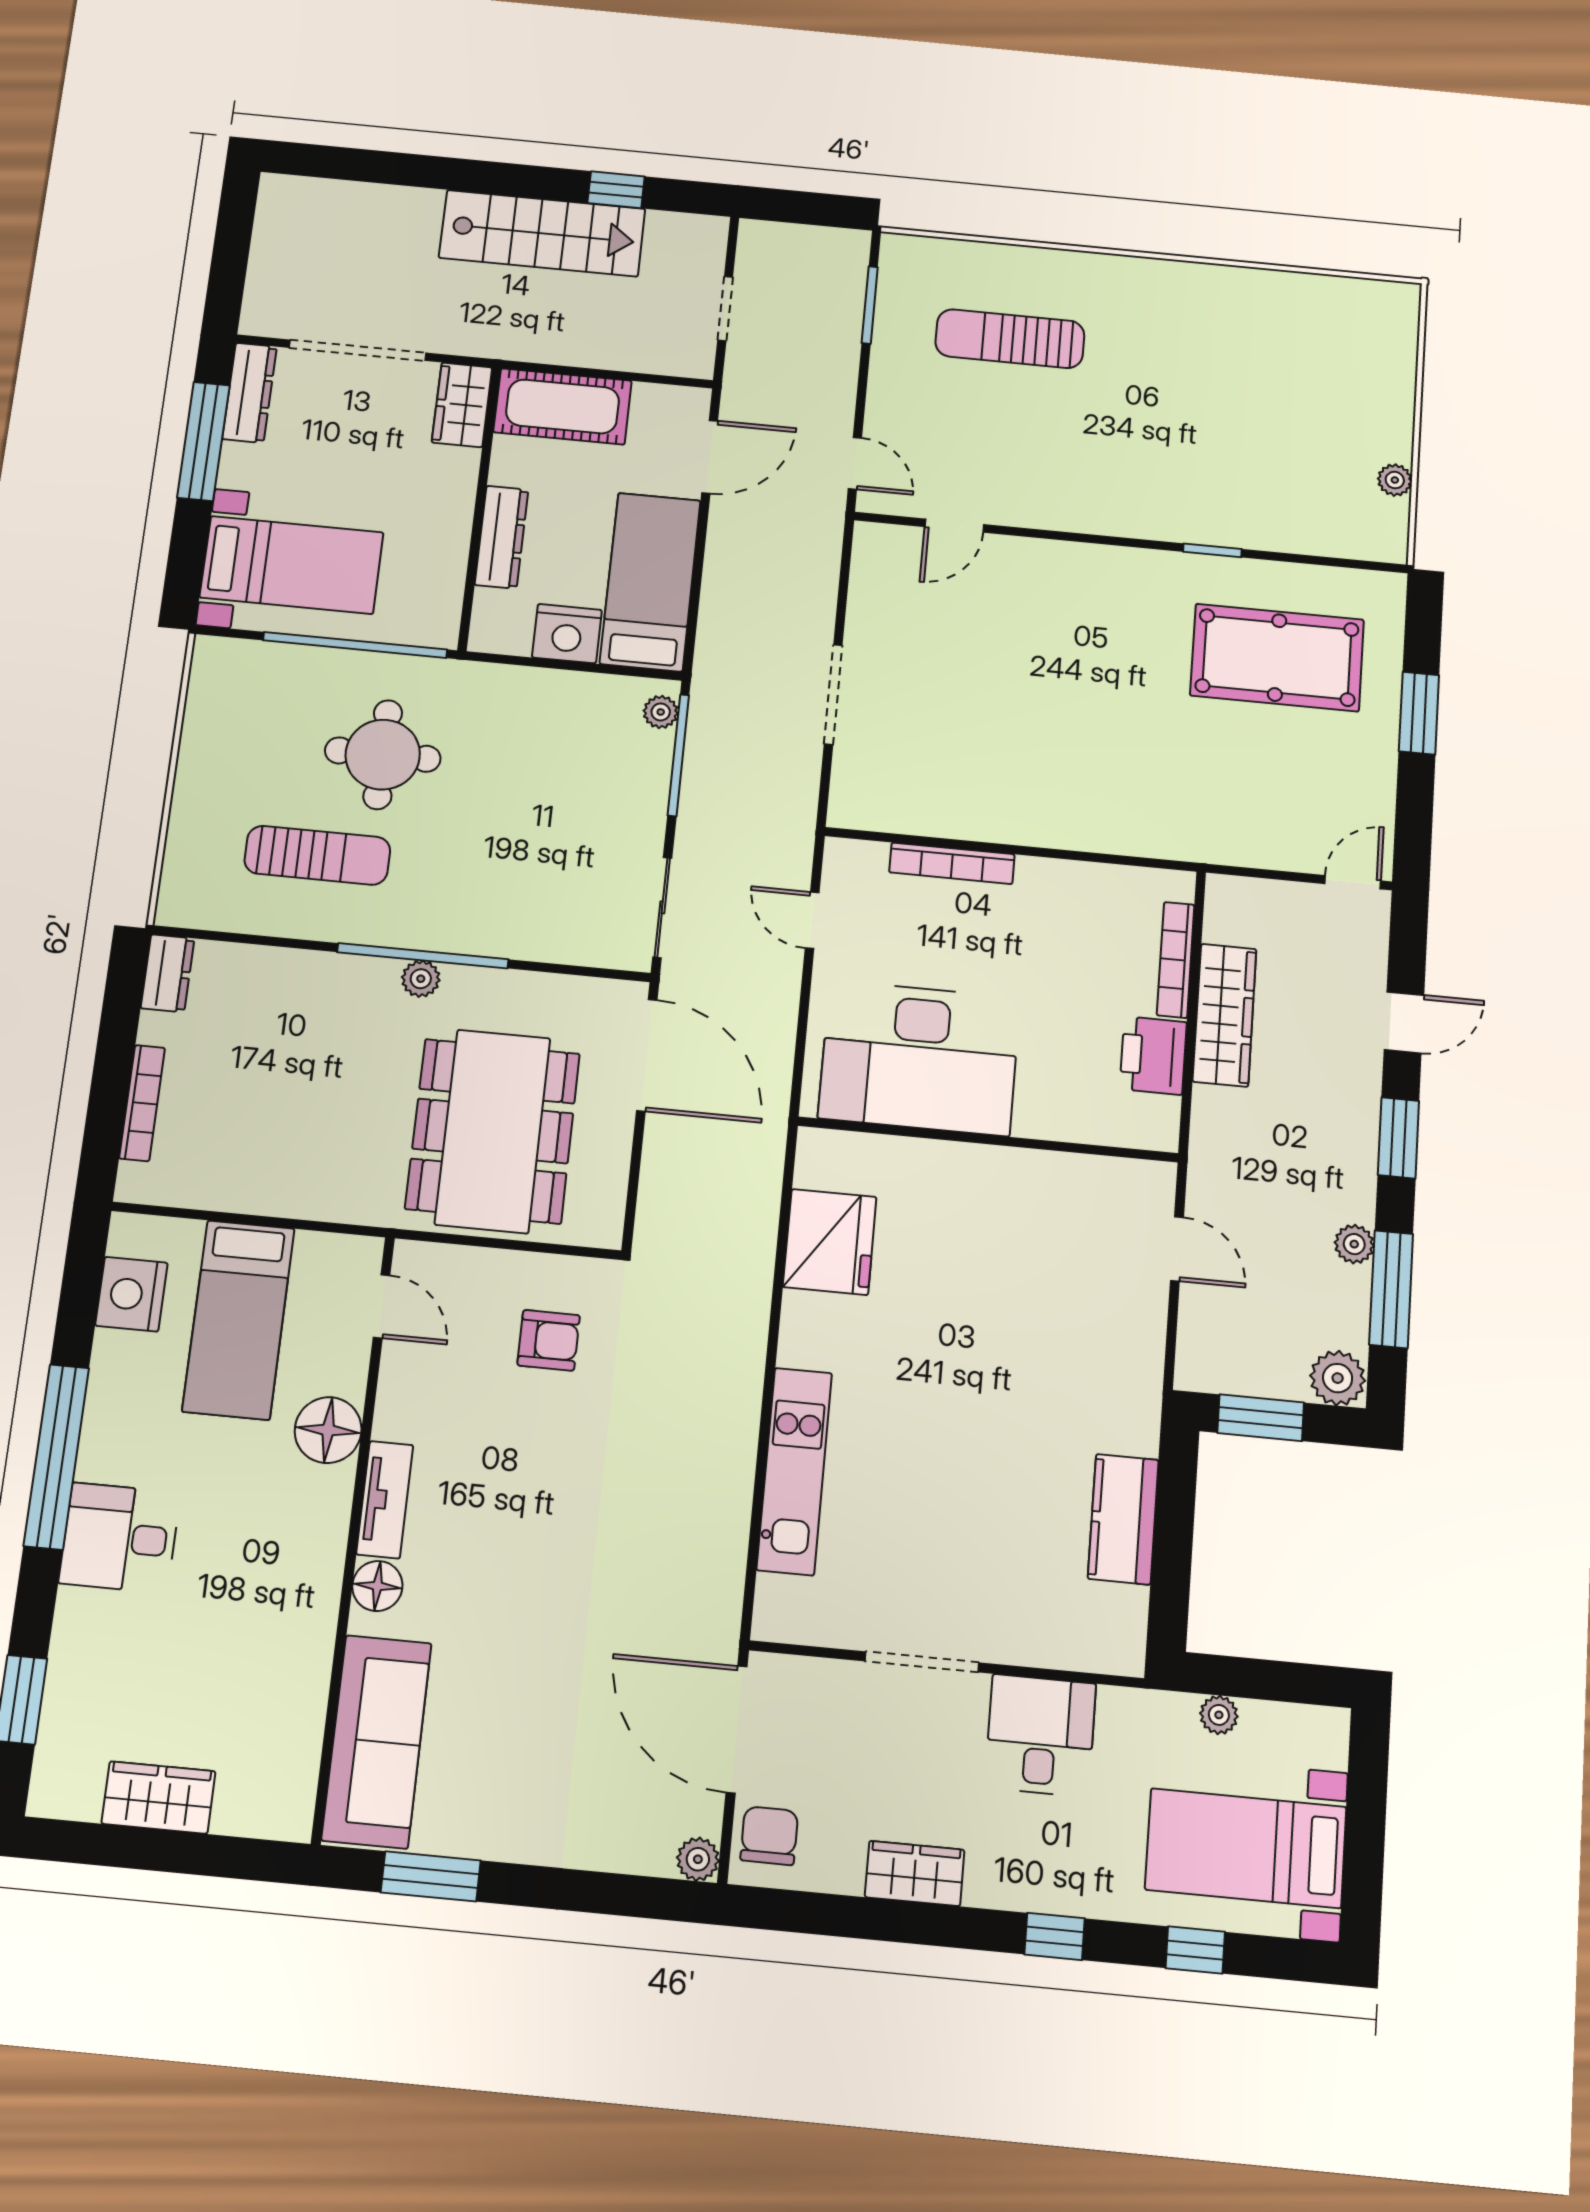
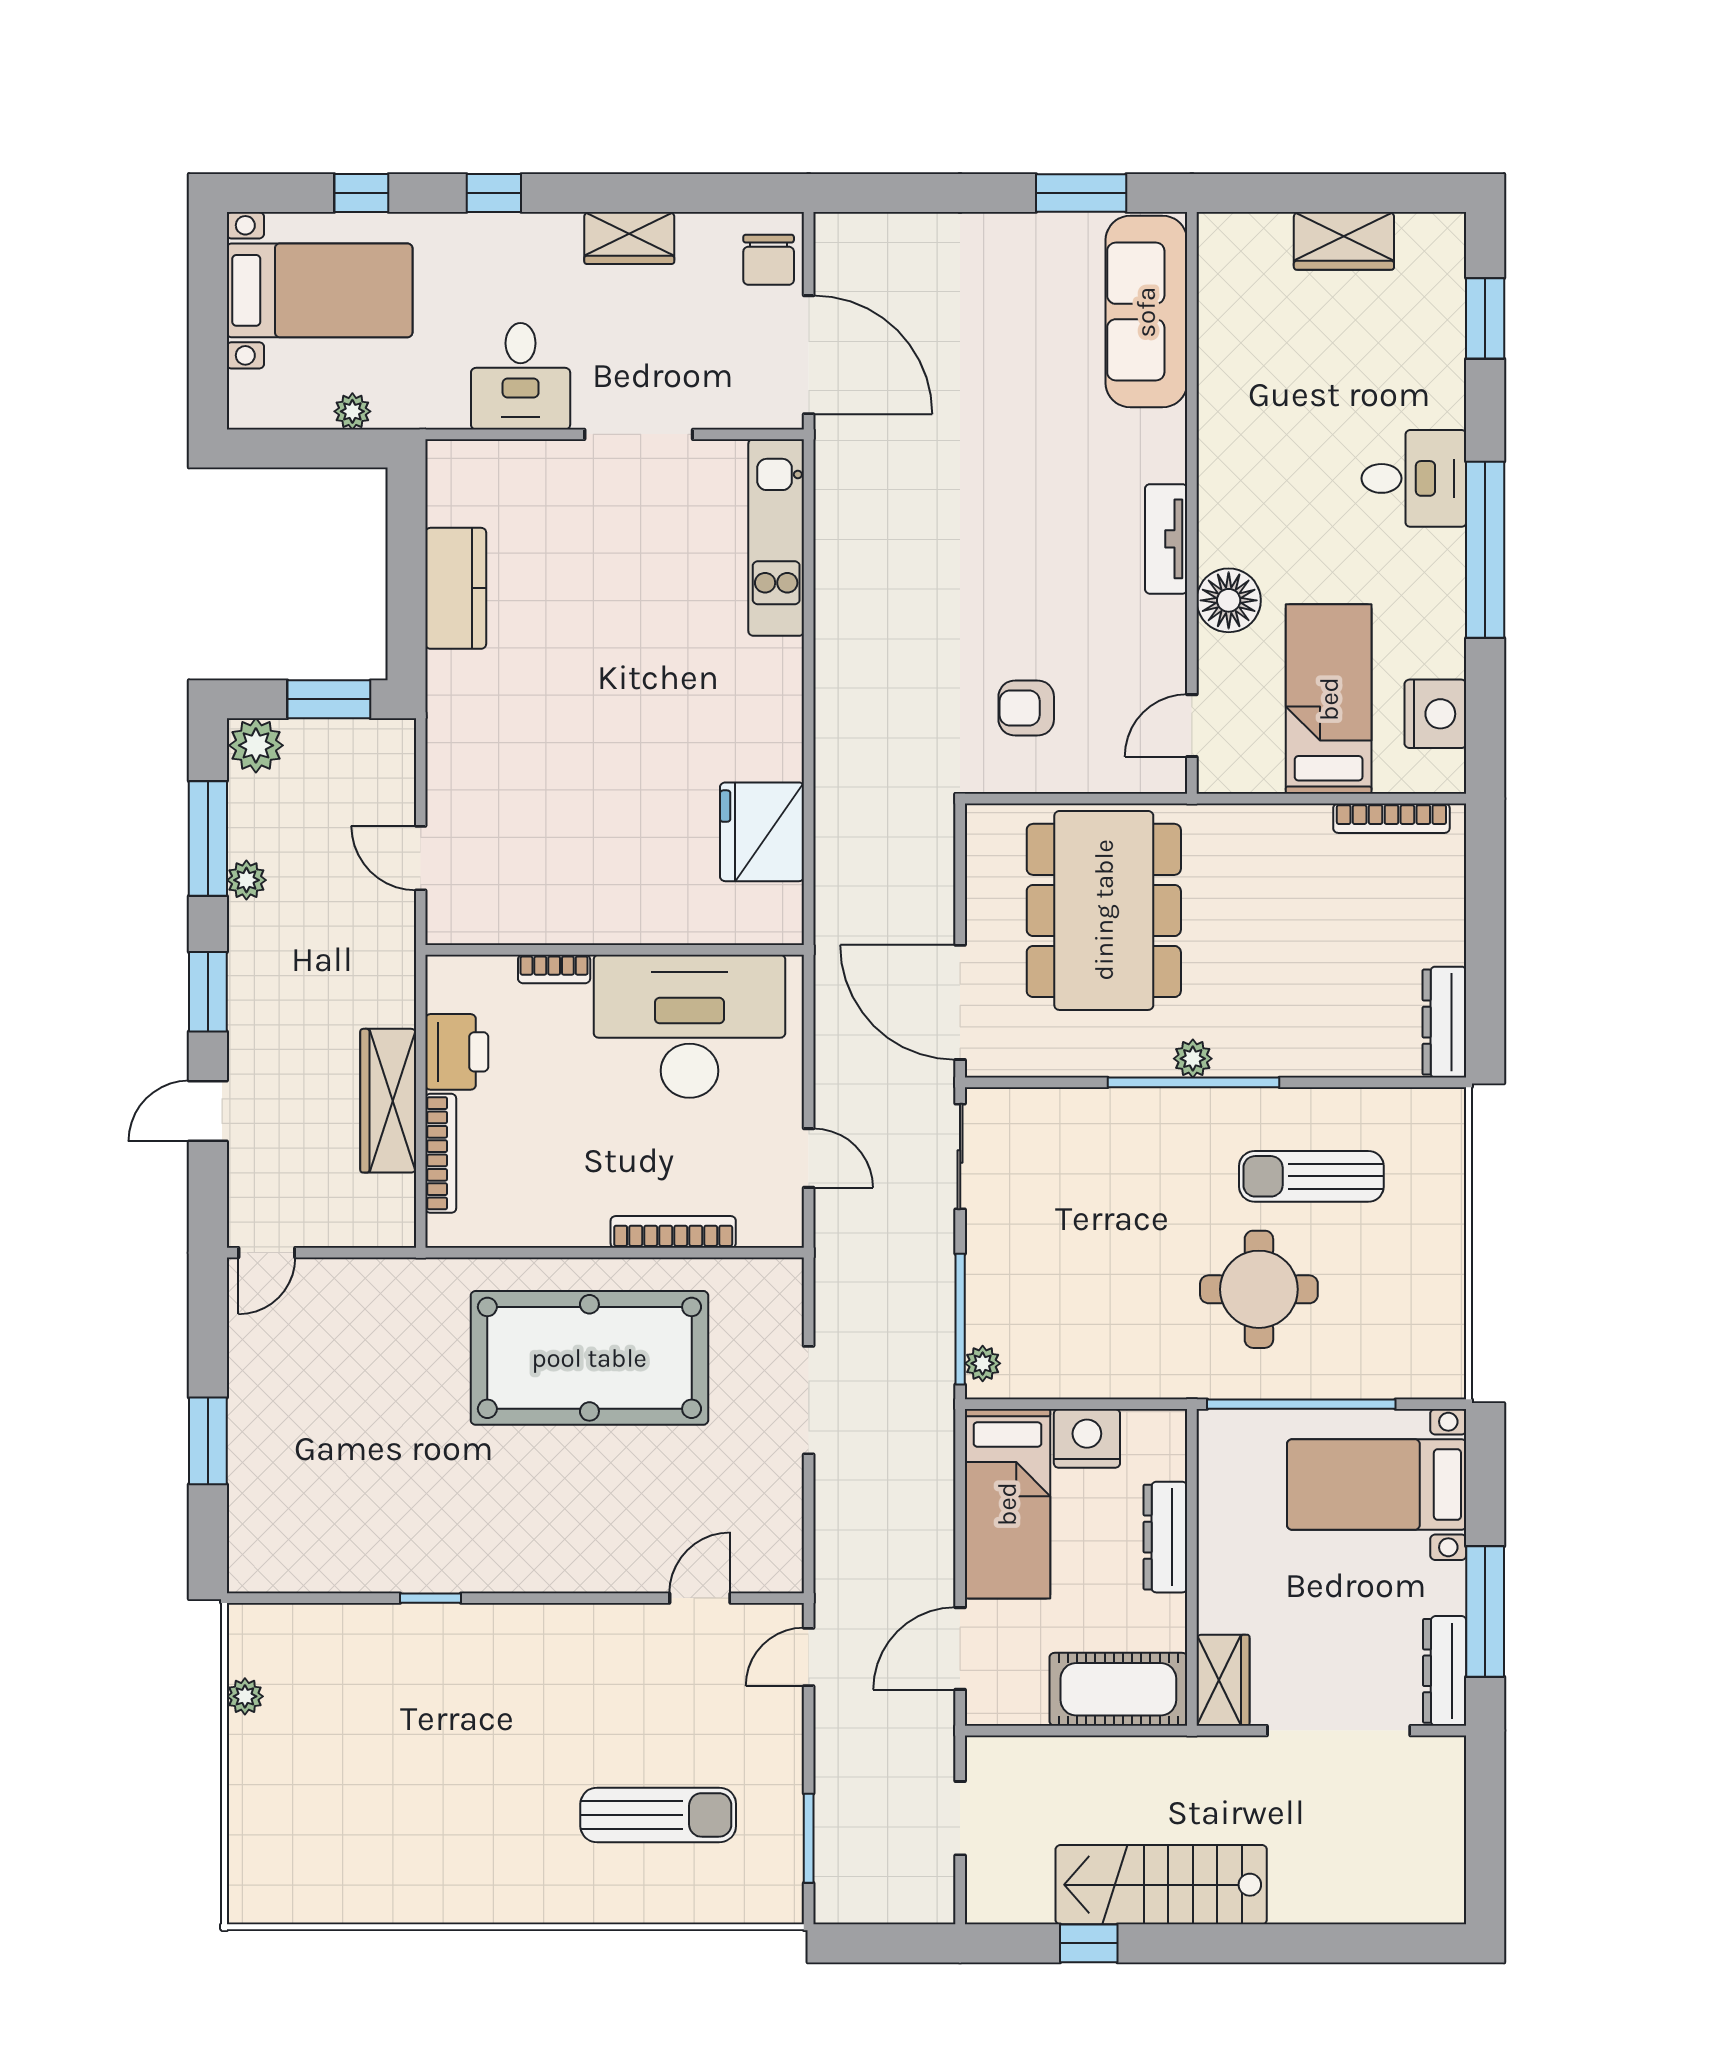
door: (855, 463) -> (809, 1657), hinge flipped
pool table: (1277, 658) -> (589, 1358), moved, width x1.36, depth x1.32
dresser: (168, 973) -> (1444, 1022), width x1.44
bookcase: (142, 1103) -> (1391, 818), moved, turned -90
bookcase: (1050, 1127) -> (554, 969), added
door: (382, 1306) -> (1192, 726), hinge flipped
kitchen unit: (794, 1471) -> (776, 537), moved
floor lamp: (377, 1586) -> (1163, 456), removed
plant: (698, 1859) -> (833, 232), removed

